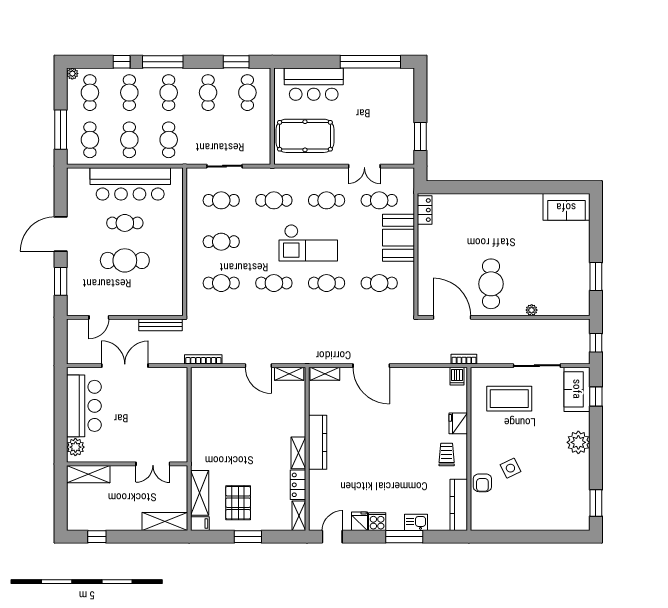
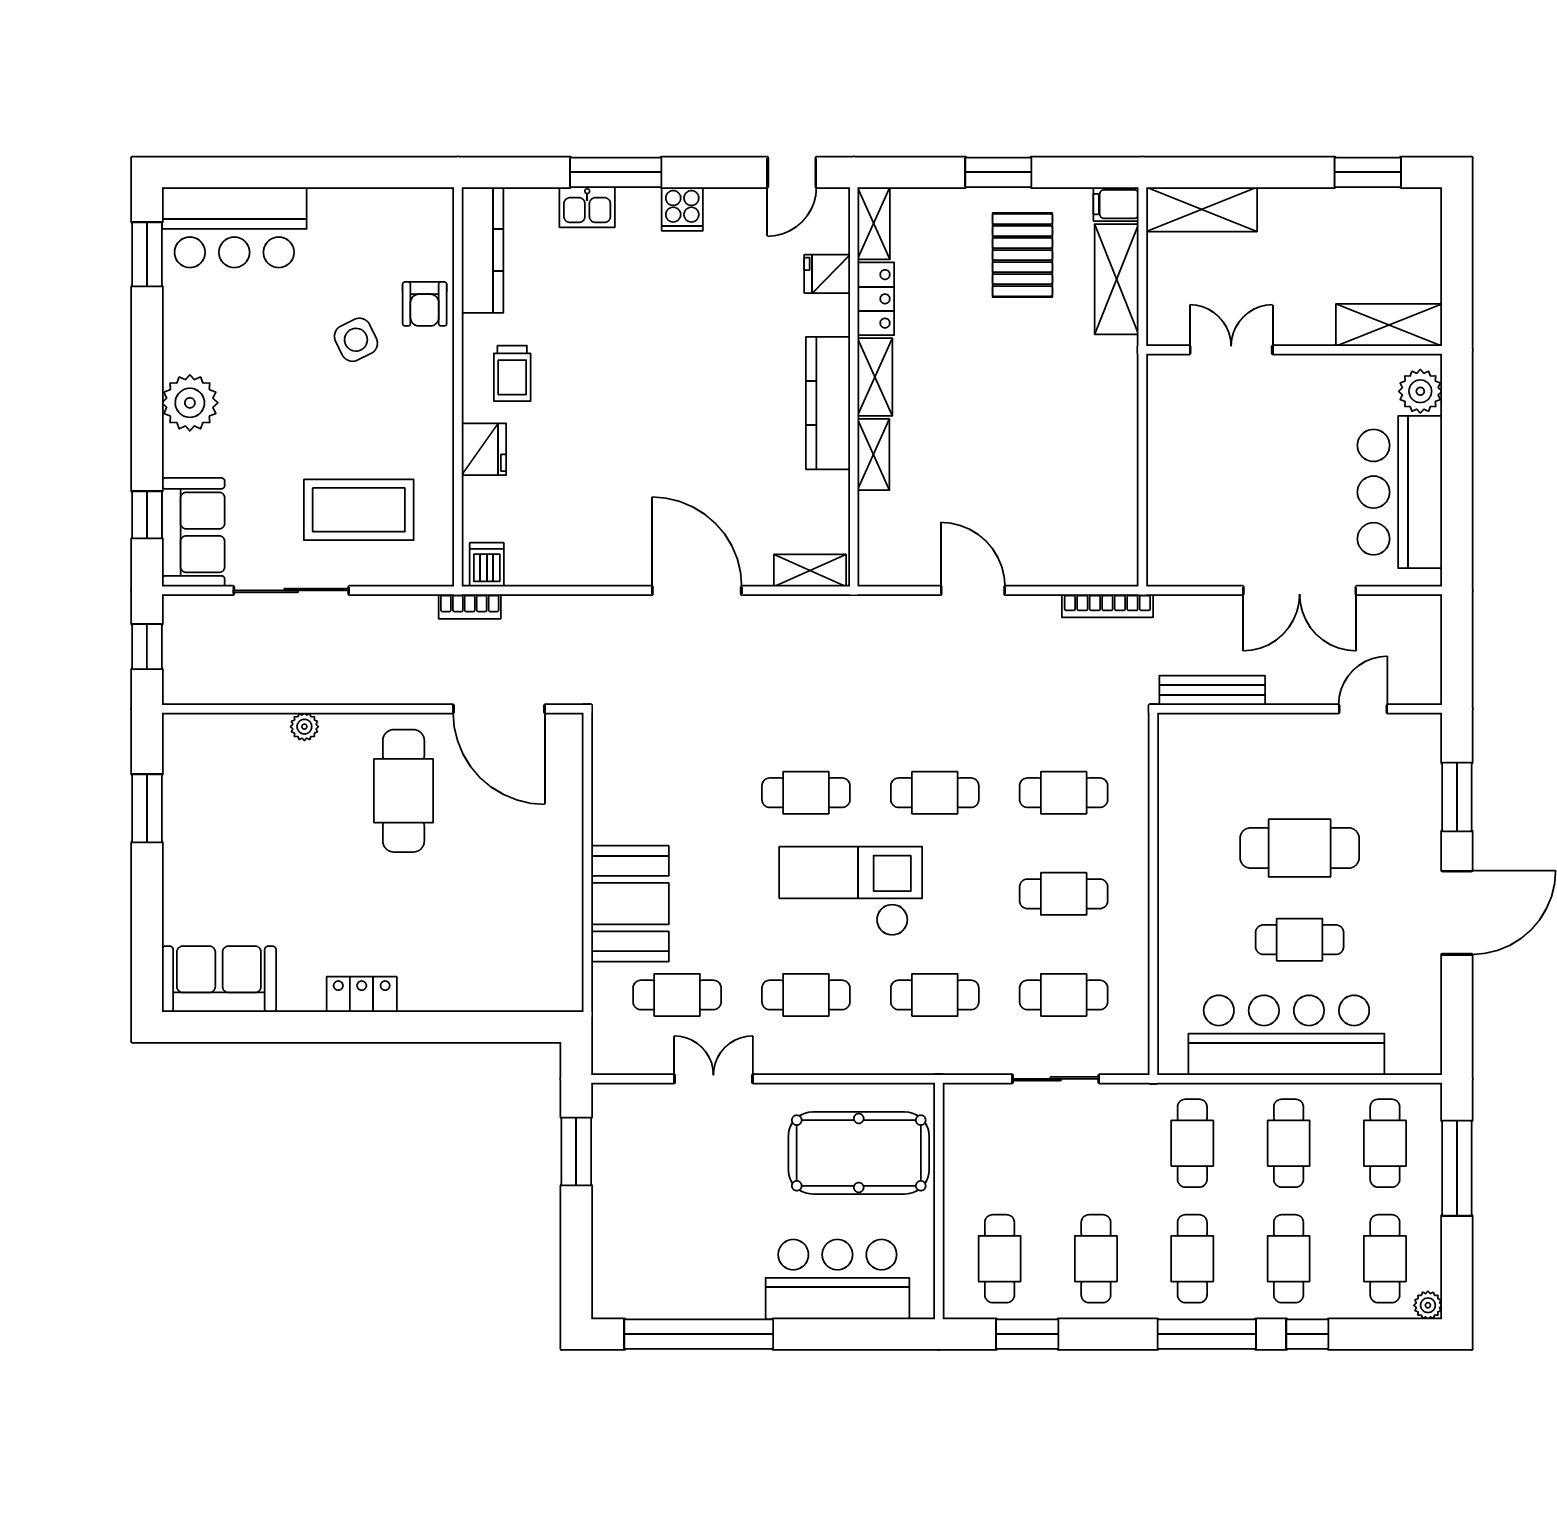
locker: (425, 210) -> (362, 994), moved, turned 90
cafe table: (379, 283) -> (677, 793), removed
shelving: (289, 374) -> (873, 455), moved, turned 90
armchair: (482, 483) -> (425, 304), turned 180
bar counter: (560, 514) -> (234, 227), added
fridge: (360, 521) -> (827, 274), moved, turned 90
window: (97, 537) -> (1368, 172), width x1.50

